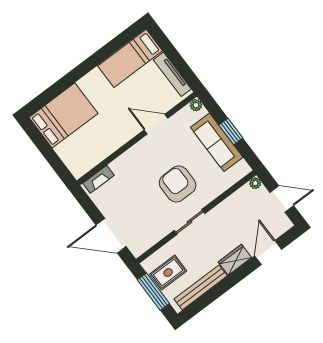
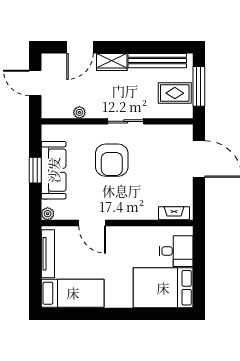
desk: (75, 151) -> (176, 251), added
plant: (255, 183) -> (79, 112), moved

